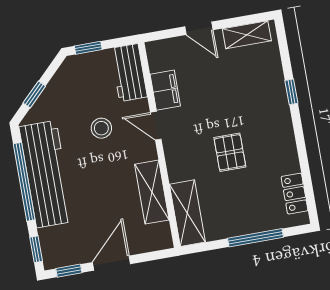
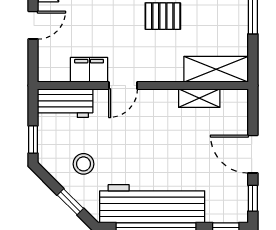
stool: (101, 128) -> (84, 164), moved
shelving: (152, 192) -> (199, 98), width x0.67, depth x0.75

